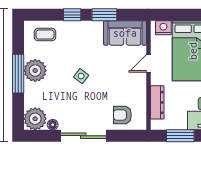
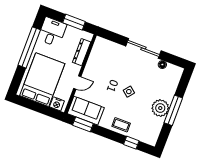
window: (72, 15) -> (131, 143), moved
window: (104, 15) -> (83, 124), moved
coffee table: (45, 35) -> (121, 125), moved
armchair: (122, 115) -> (110, 53), removed
plant: (35, 119) -> (173, 74), removed

